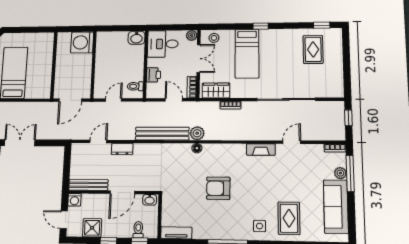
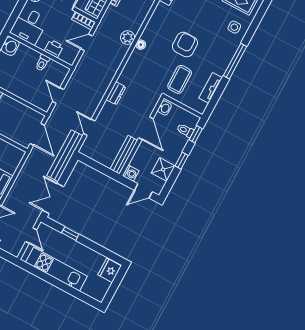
toilet: (135, 86) -> (42, 63), moved
bench: (162, 134) -> (65, 156), moved
dresser: (122, 149) -> (116, 93), moved
armchair: (218, 188) -> (185, 45), turned 180
coffee table: (183, 200) -> (180, 79), added
tv unit: (176, 233) -> (211, 88), moved

